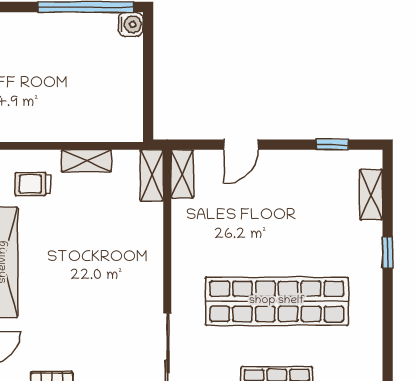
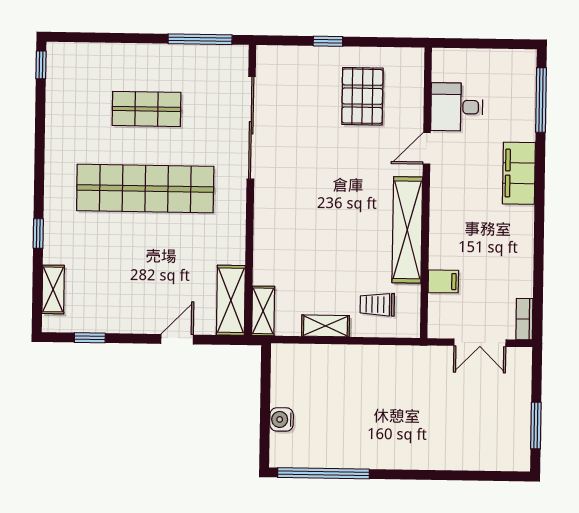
water cooler: (131, 24) -> (281, 419), moved
shelving: (182, 174) -> (231, 300), width x1.50, depth x1.33
trolley: (33, 184) -> (377, 305), turned 180

